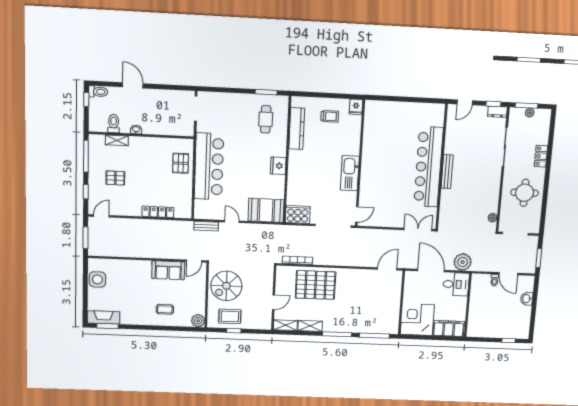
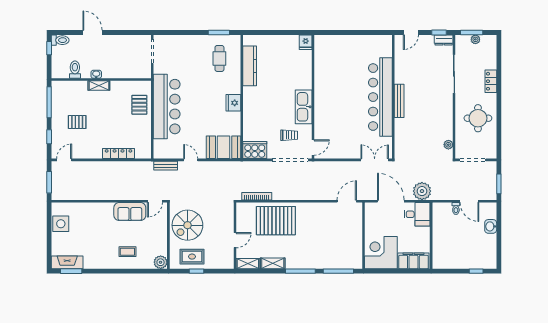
trolley: (330, 116) -> (289, 135), moved
shelving: (117, 140) -> (99, 86), moved

